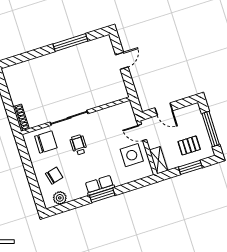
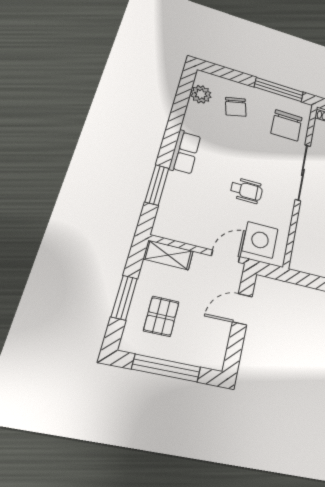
wheelchair: (79, 145) -> (246, 190), moved
side table: (132, 155) -> (260, 240), moved
window: (26, 159) -> (279, 90), added
window: (102, 195) -> (157, 185), moved

